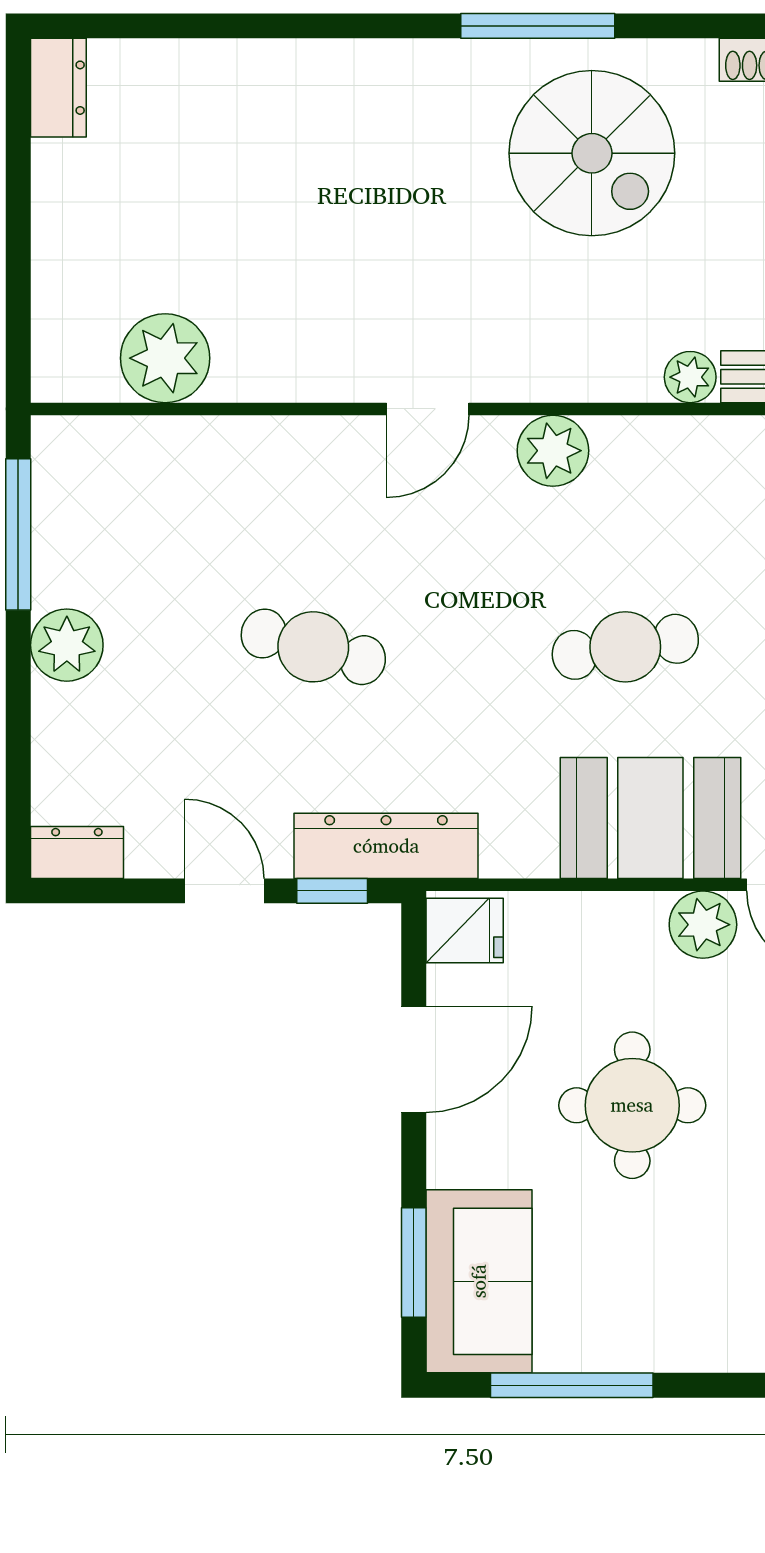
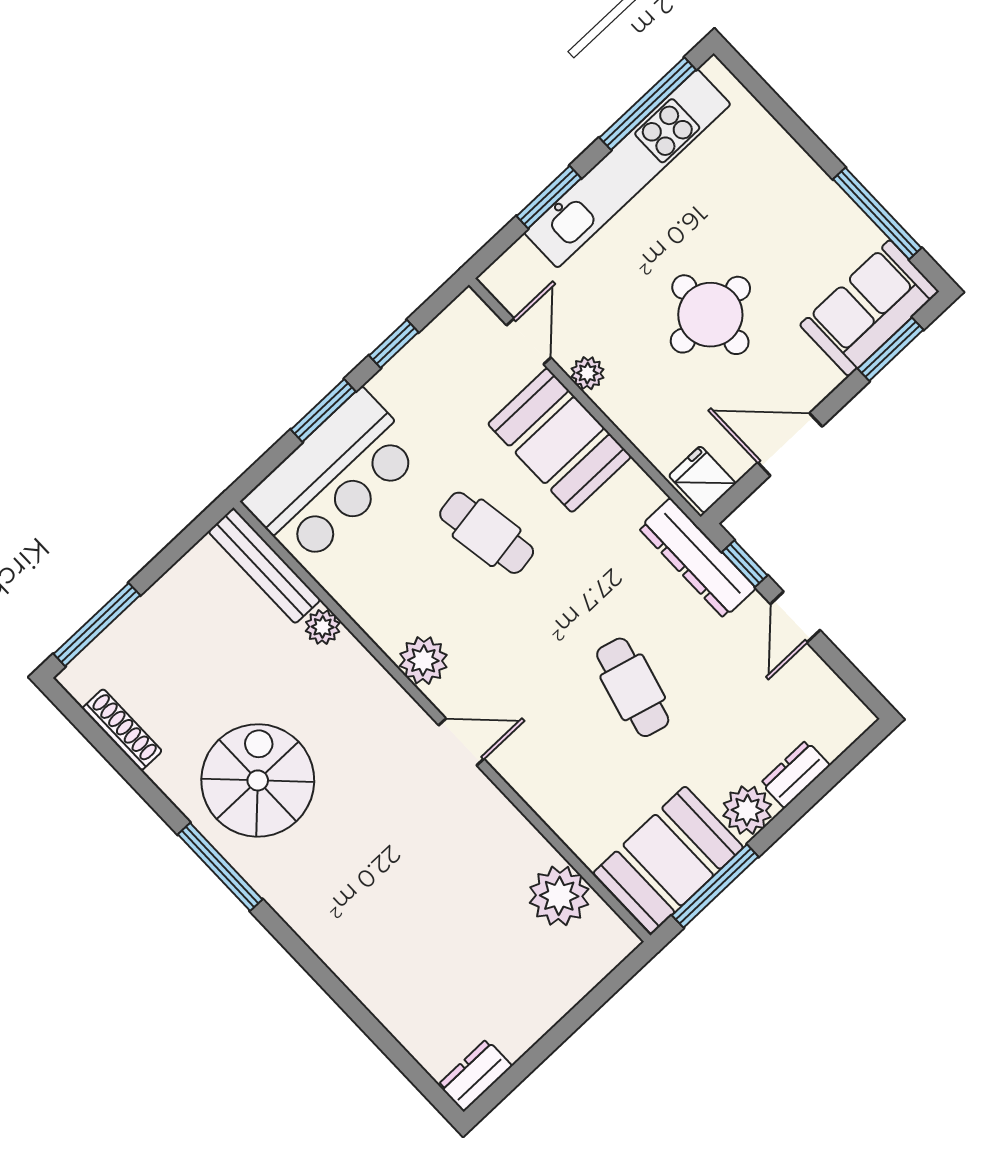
booth: (93, 511) -> (668, 860), added
dresser: (77, 852) -> (795, 774), moved, turned 90
plant: (703, 925) -> (587, 373), width x0.73, depth x0.73

